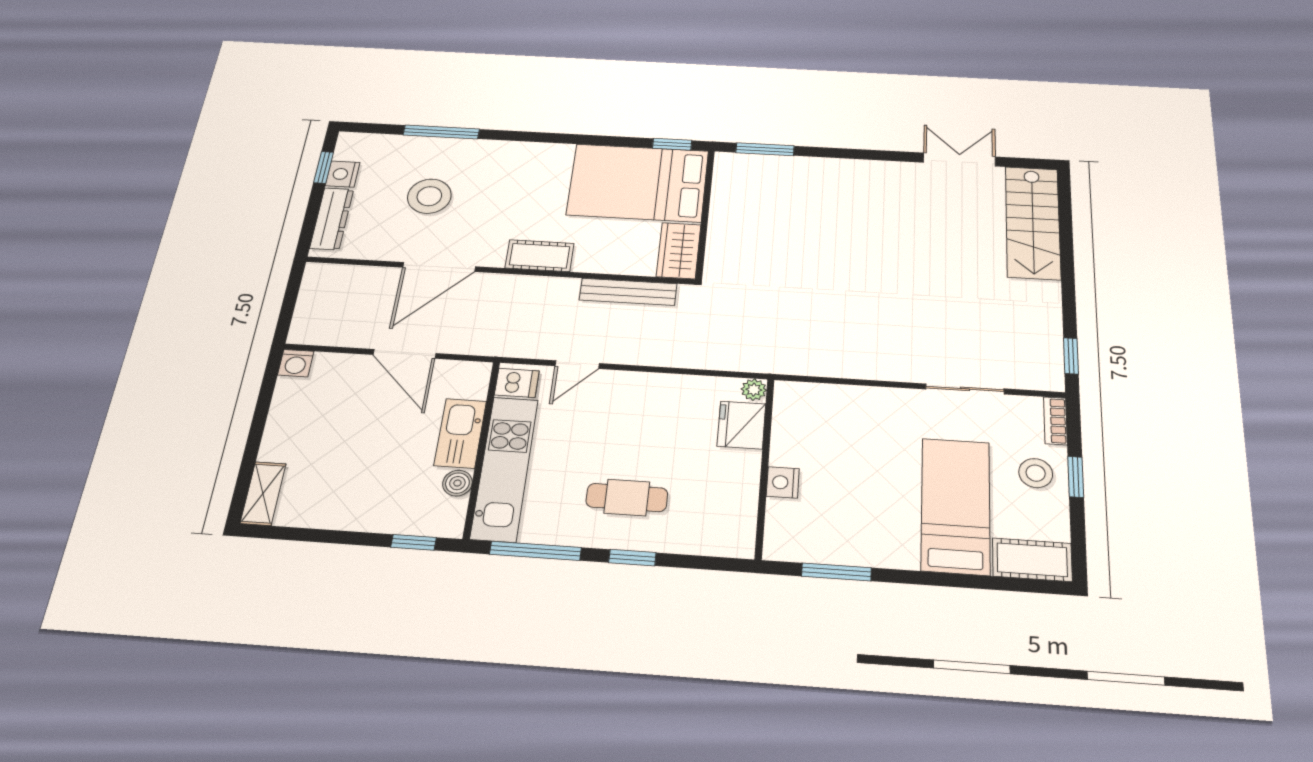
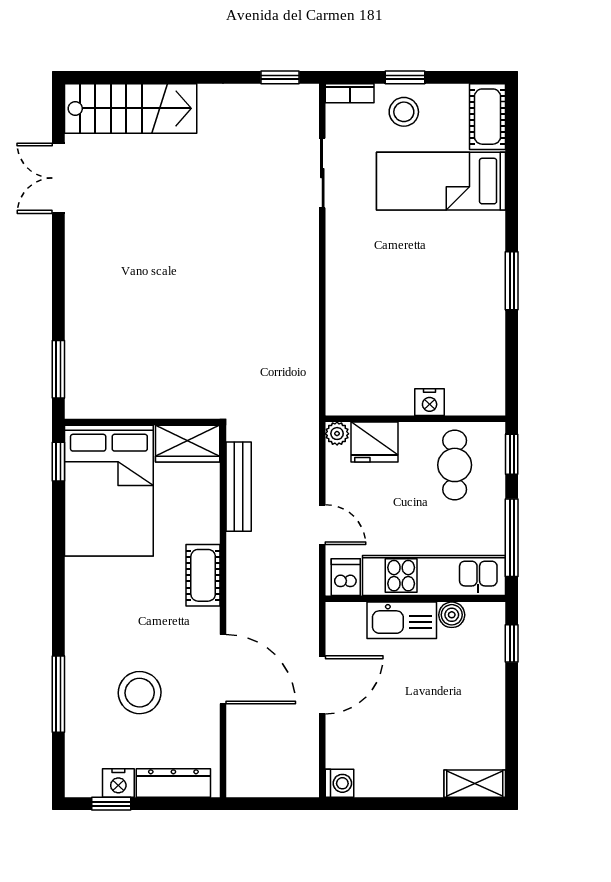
plant: (754, 390) -> (337, 434), moved
fridge: (741, 425) -> (375, 442), moved
wall: (765, 467) -> (415, 419), moved
nightstand: (783, 482) -> (430, 402), moved

